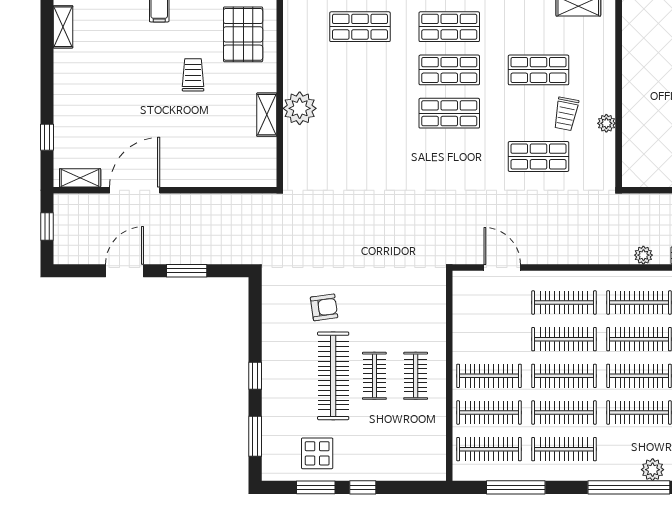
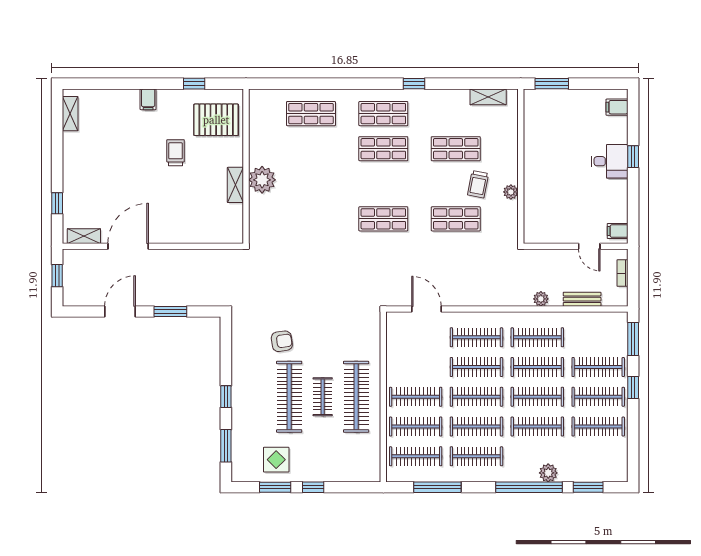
pallet: (243, 34) -> (216, 120), turned 90
shop shelf: (449, 113) -> (383, 219), moved
clothes rail: (416, 376) -> (356, 397), width x1.86, depth x1.31

